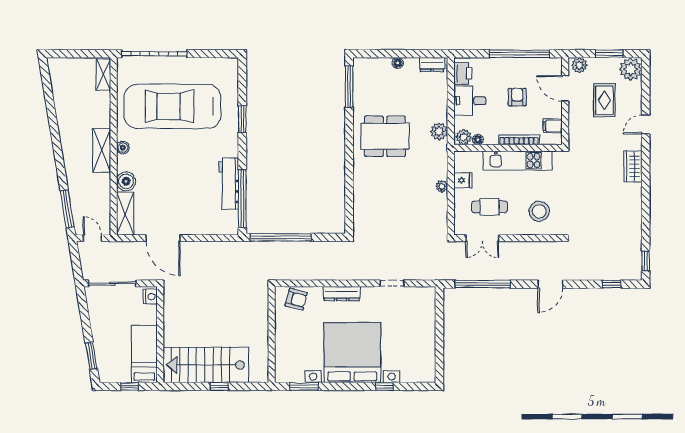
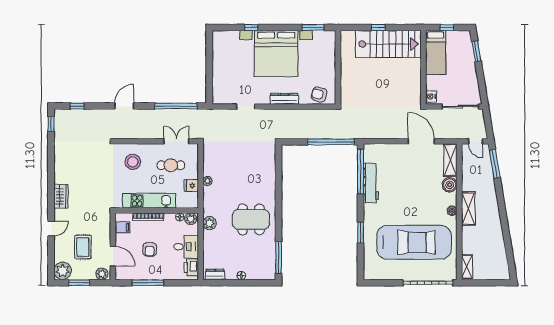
window: (520, 54) -> (148, 283), width x0.68

